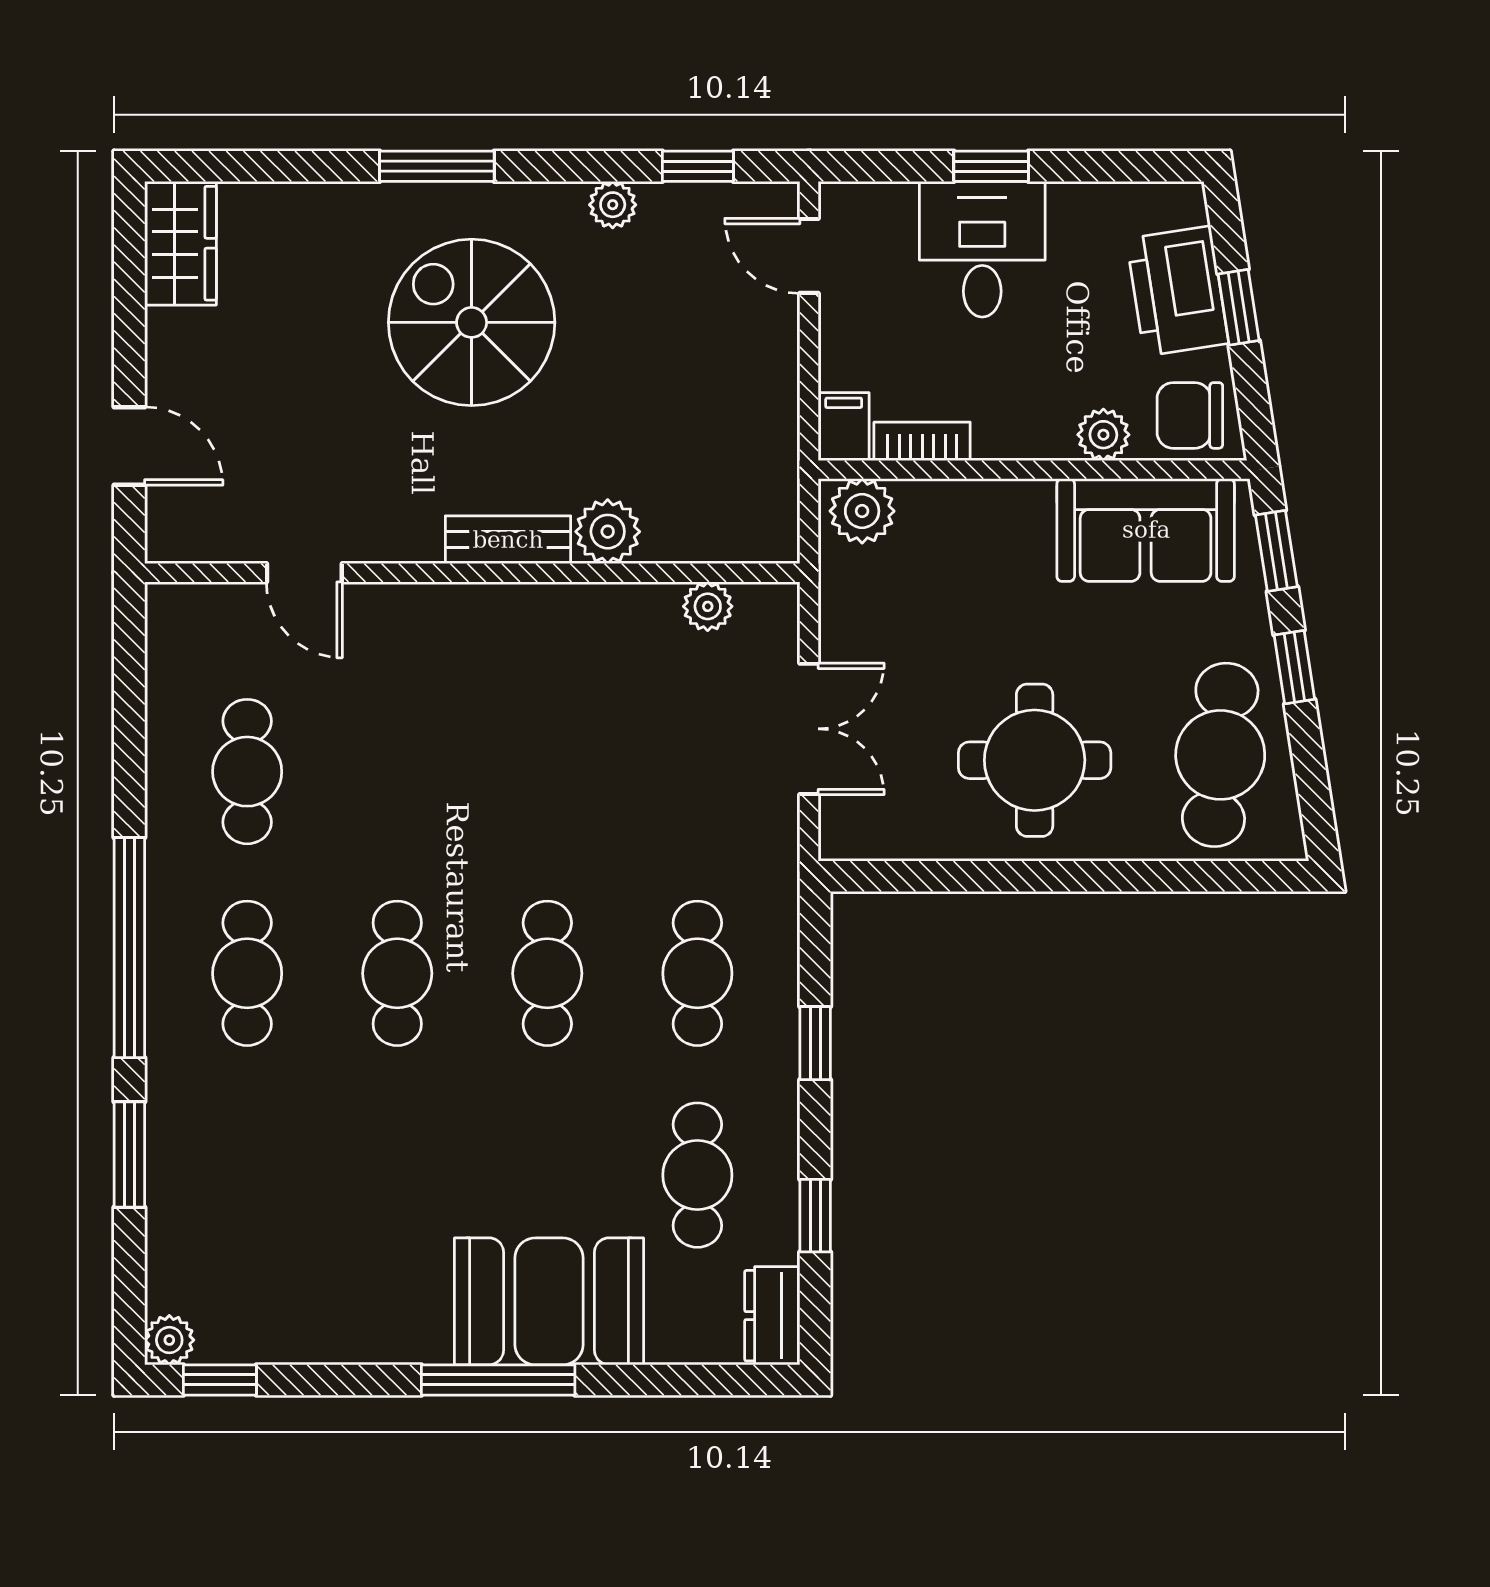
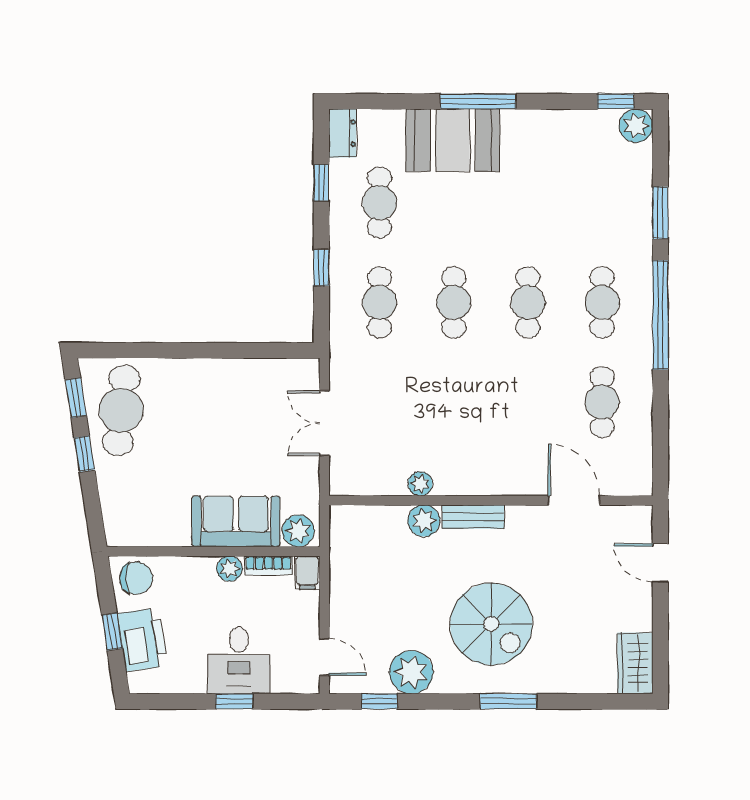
plant: (613, 205) -> (411, 672), width x1.88, depth x1.88
plant: (1103, 435) -> (230, 569), moved
sofa: (1146, 530) -> (236, 521), moved
window: (1276, 551) -> (76, 398), moved
door: (304, 573) -> (574, 500), width x1.38
plant: (708, 606) -> (420, 484), moved
round table: (1035, 760) -> (213, 408), removed
plant: (169, 1340) -> (636, 126), width x1.38, depth x1.38

